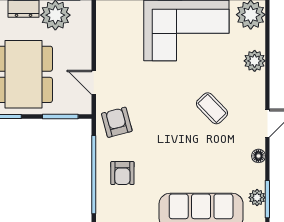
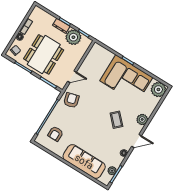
plant: (255, 61) -> (142, 119), moved
door: (94, 82) -> (72, 77), swing flipped
armchair: (122, 173) -> (55, 134), moved

